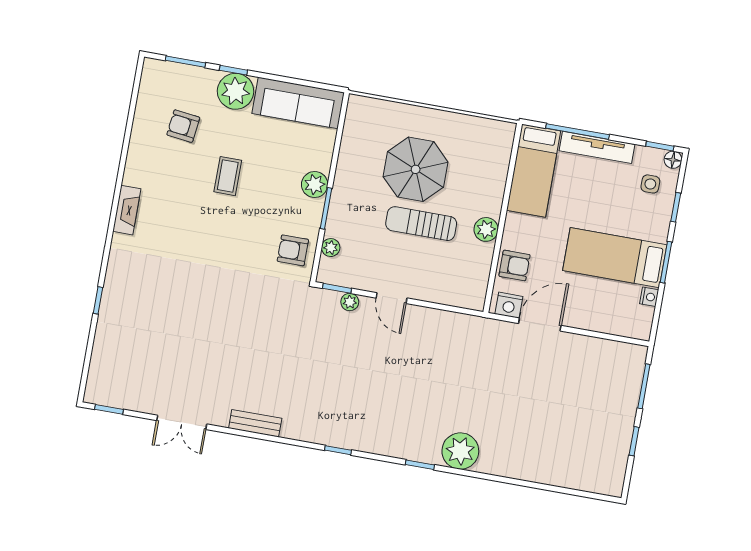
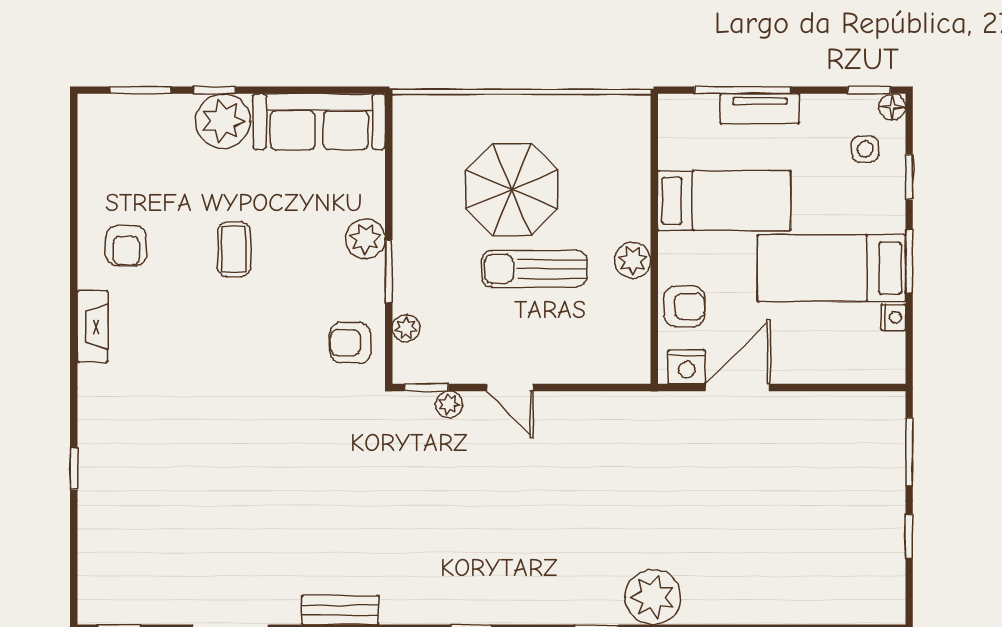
armchair: (183, 126) -> (126, 246), moved, turned -97
tv unit: (597, 147) -> (760, 109), width x0.71
bed: (534, 171) -> (724, 201), moved, turned -90

